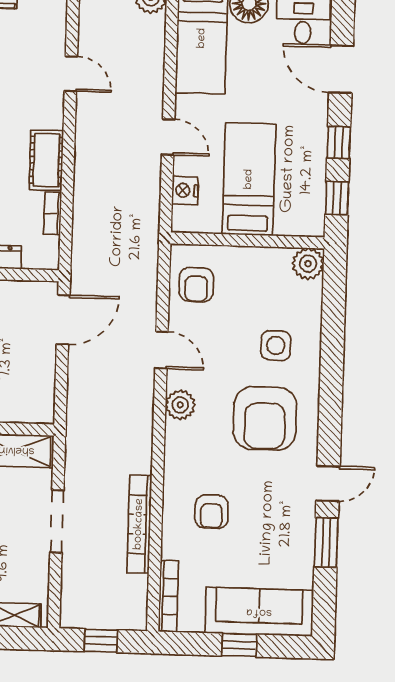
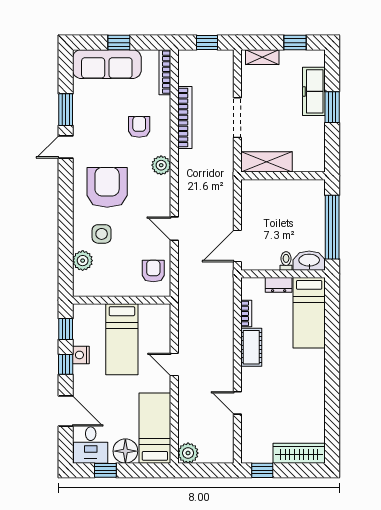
nightstand: (185, 190) -> (81, 355), moved, turned 180
plant: (308, 264) -> (83, 261), moved
plant: (180, 405) -> (161, 165), moved

